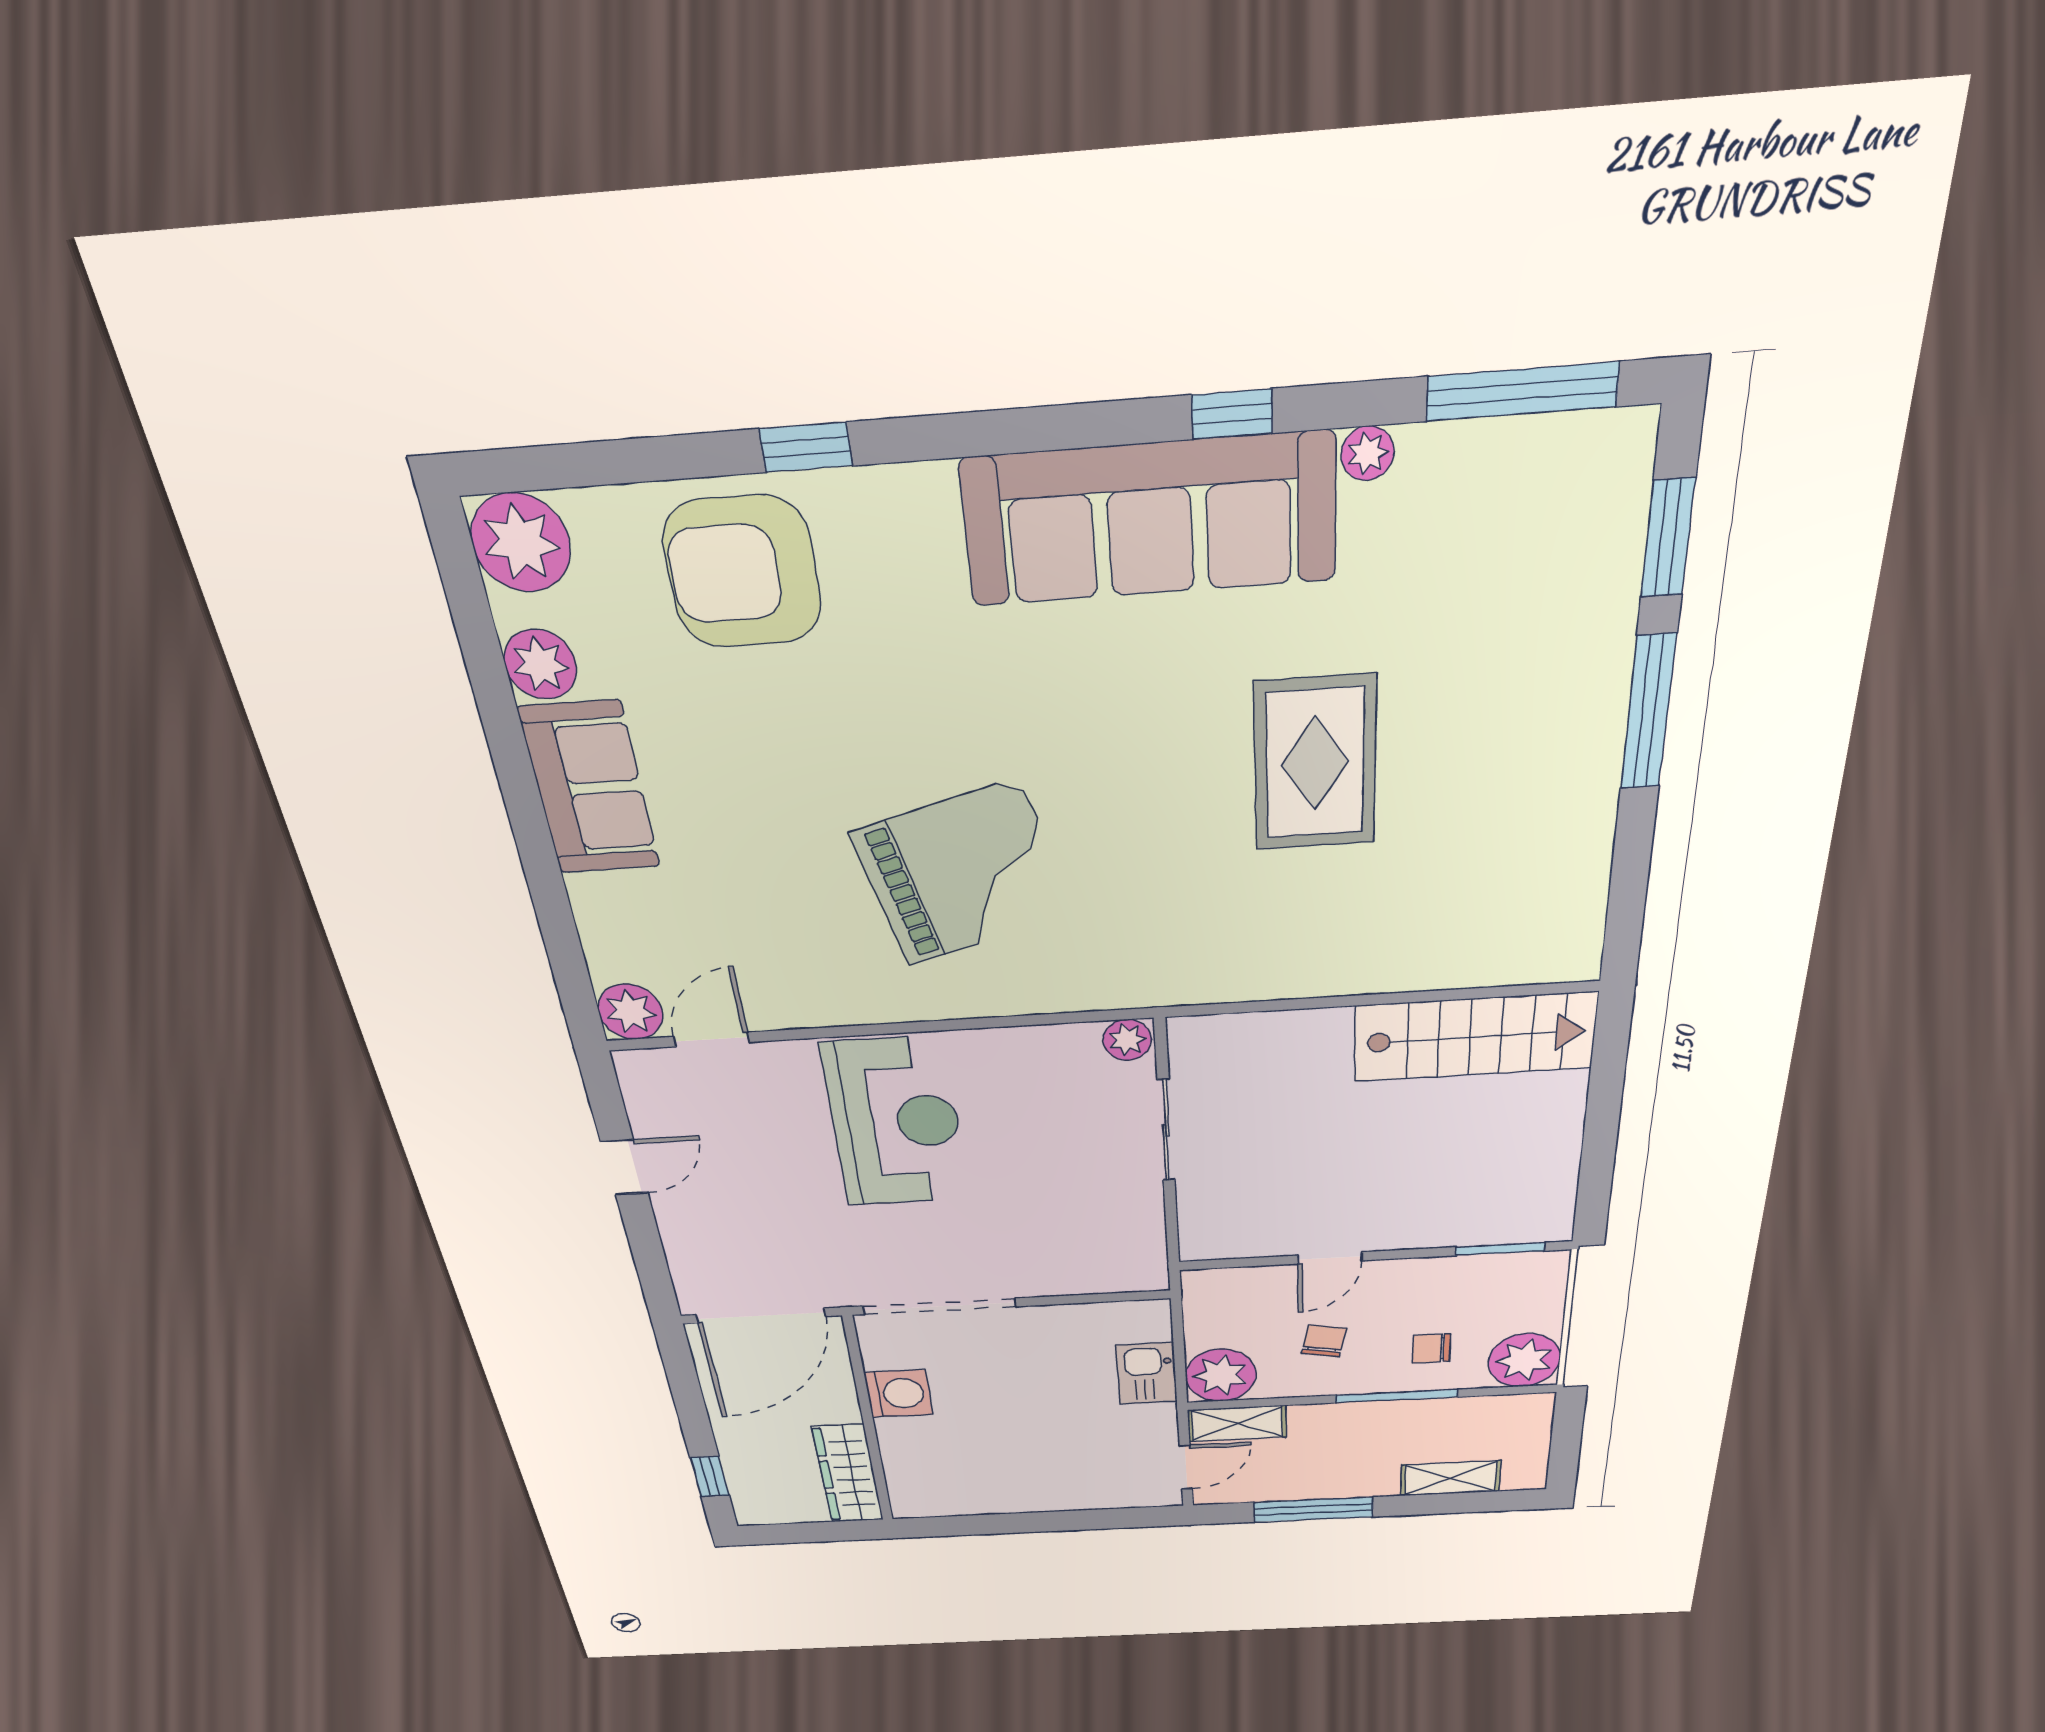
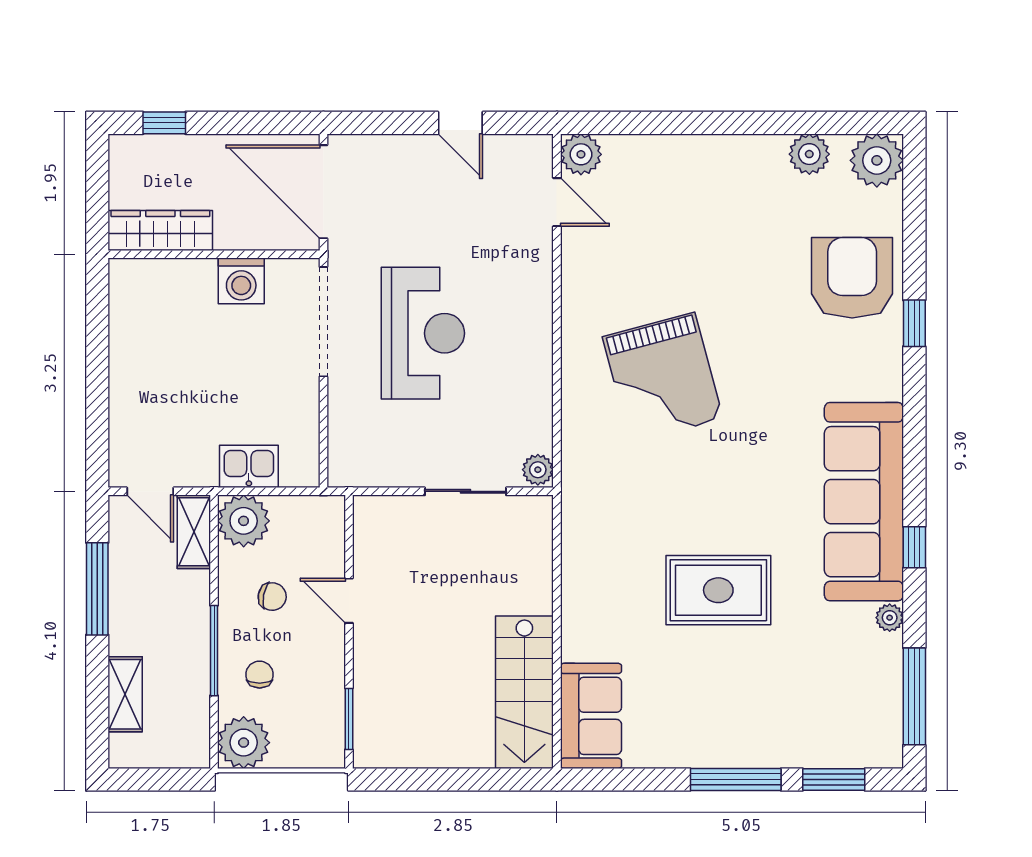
sofa: (590, 788) -> (591, 716), moved, turned -90
reception desk: (896, 1123) -> (423, 333), moved, turned -90

